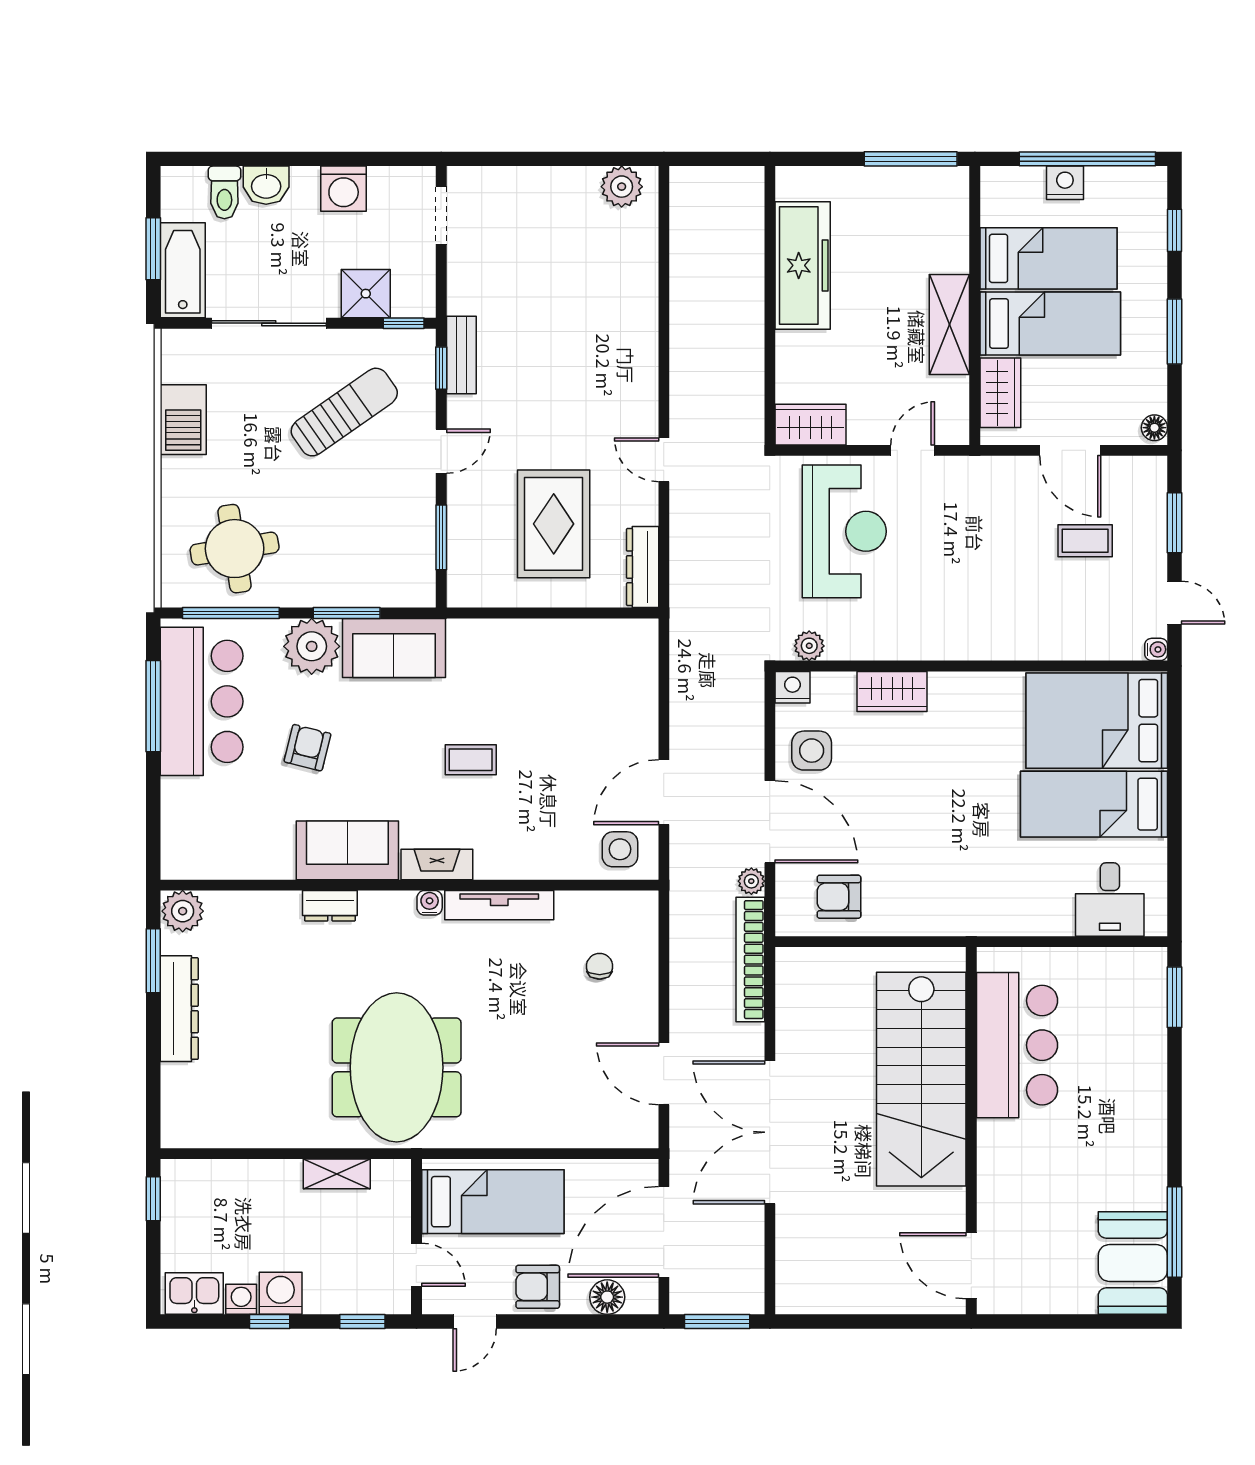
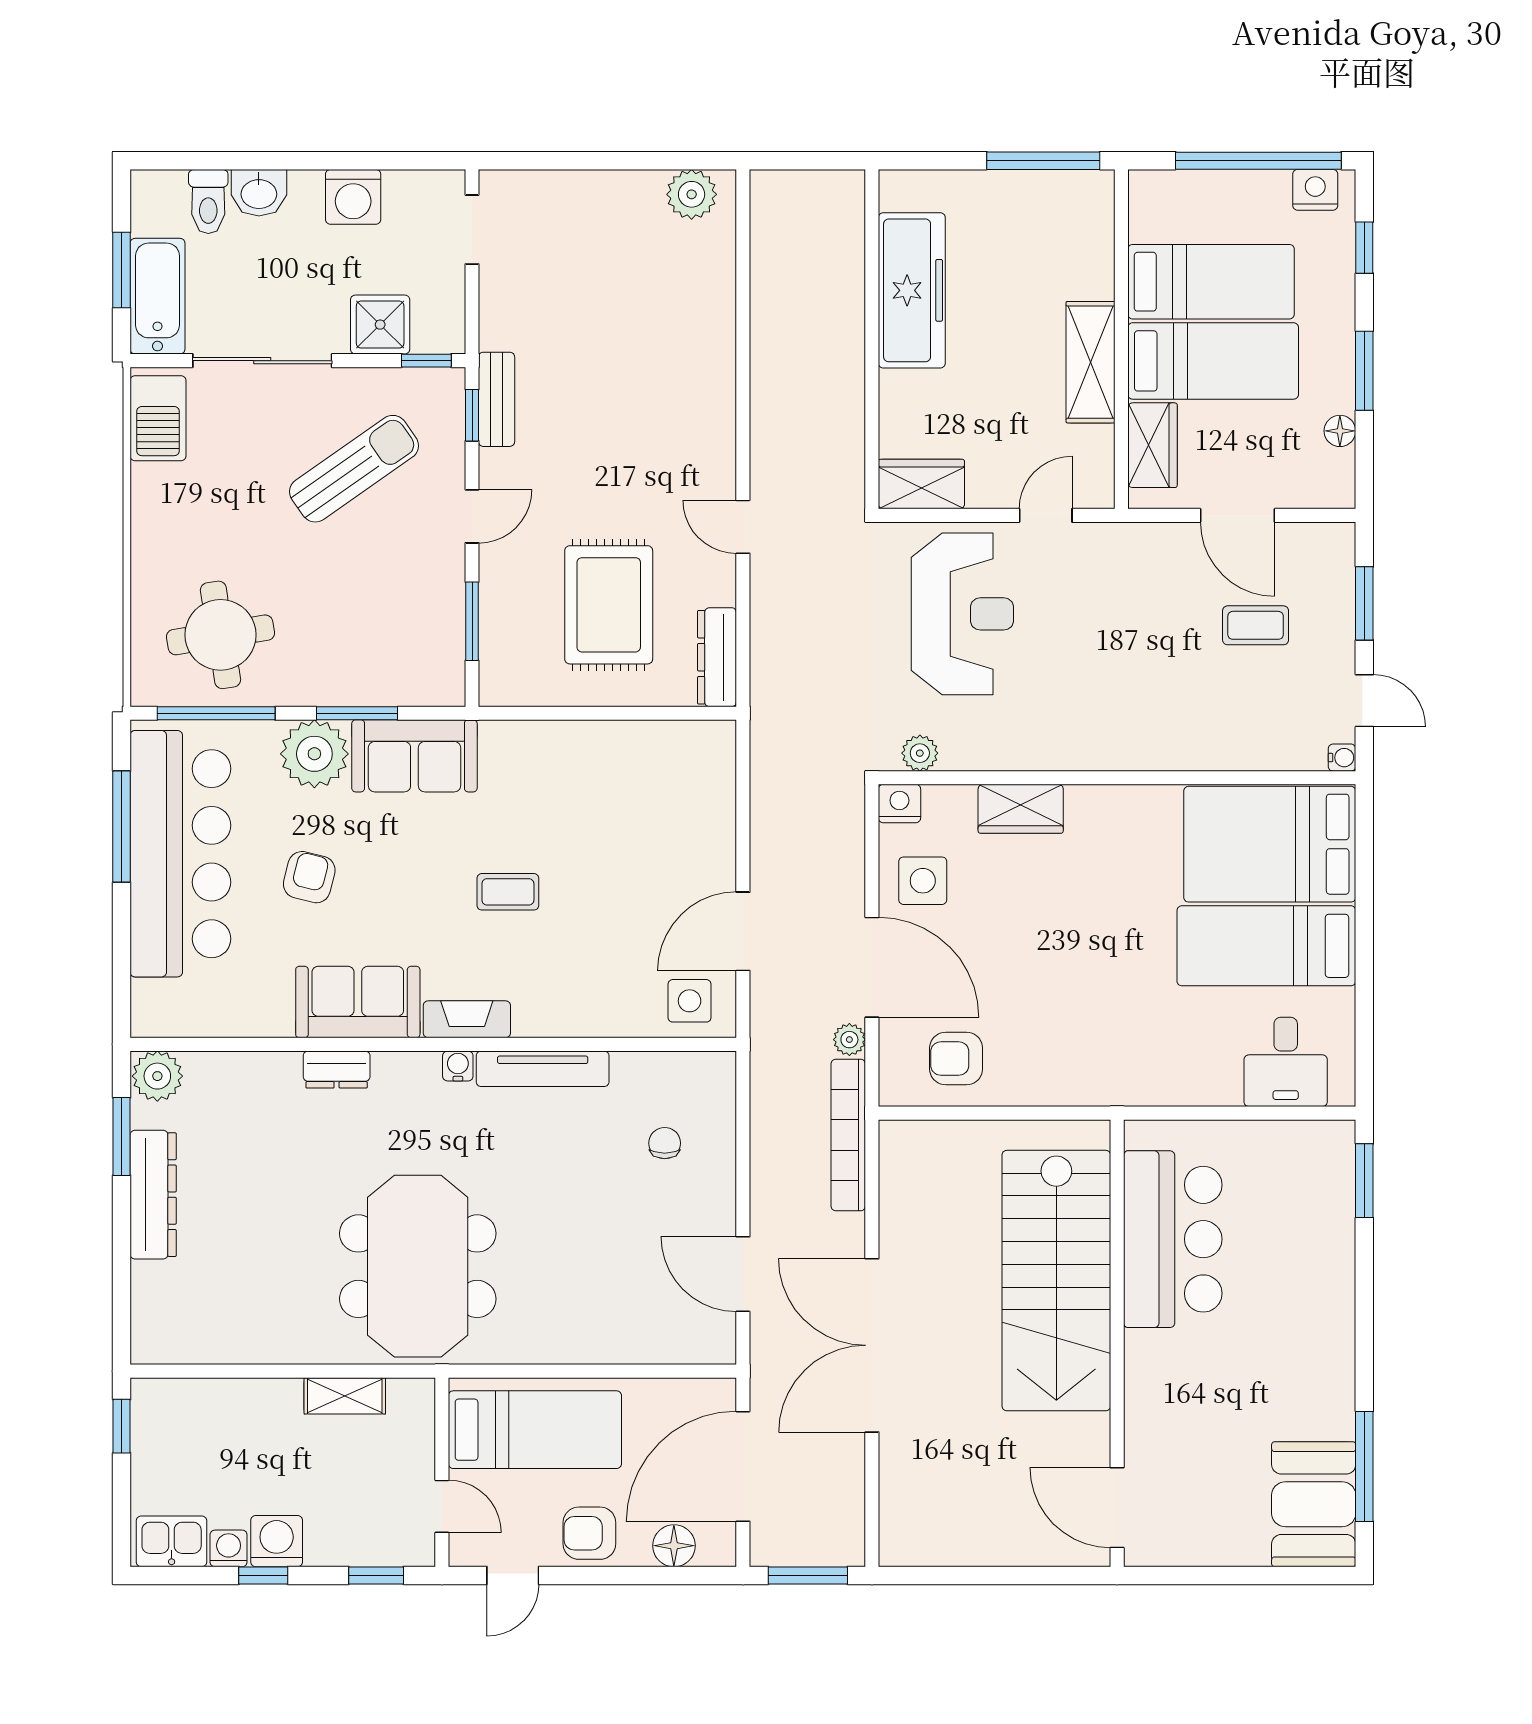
nightstand: (1065, 183) -> (1315, 190), moved
barbecue: (183, 420) -> (158, 418), moved
floor lamp: (1154, 428) -> (1340, 431), moved
bar counter: (202, 701) -> (180, 854), width x1.36

